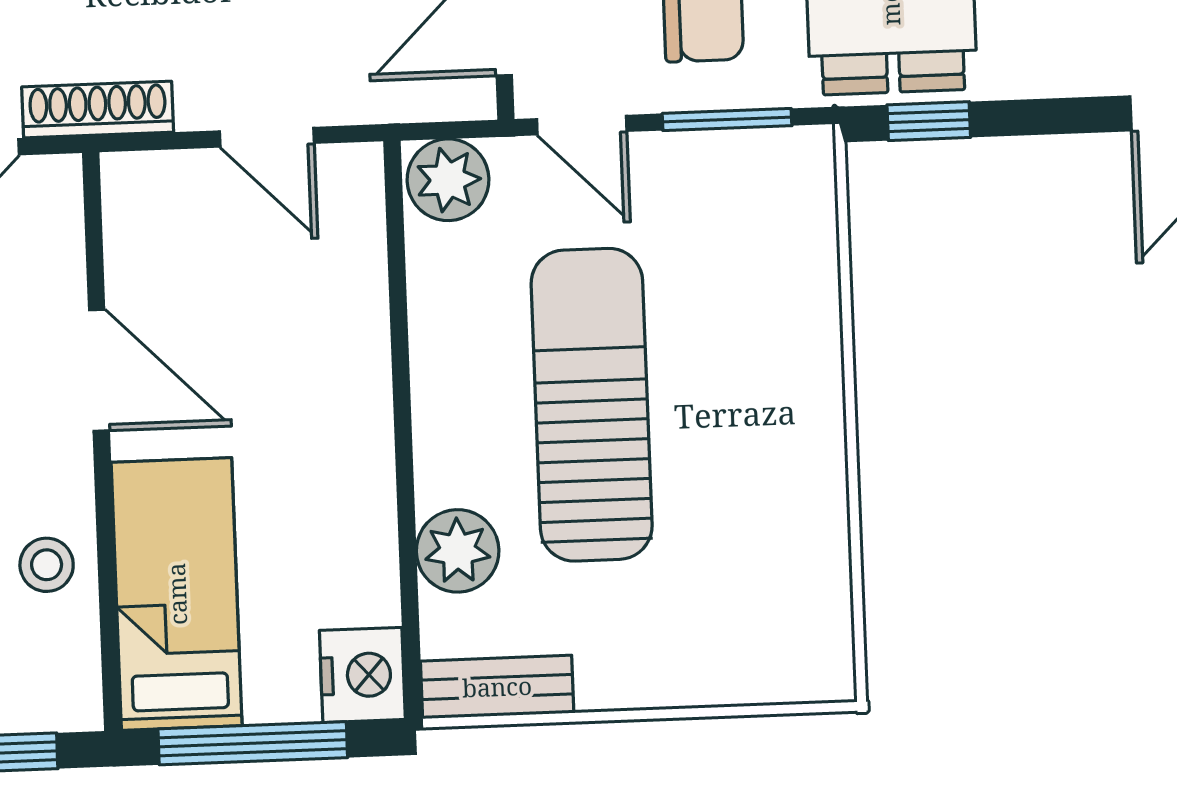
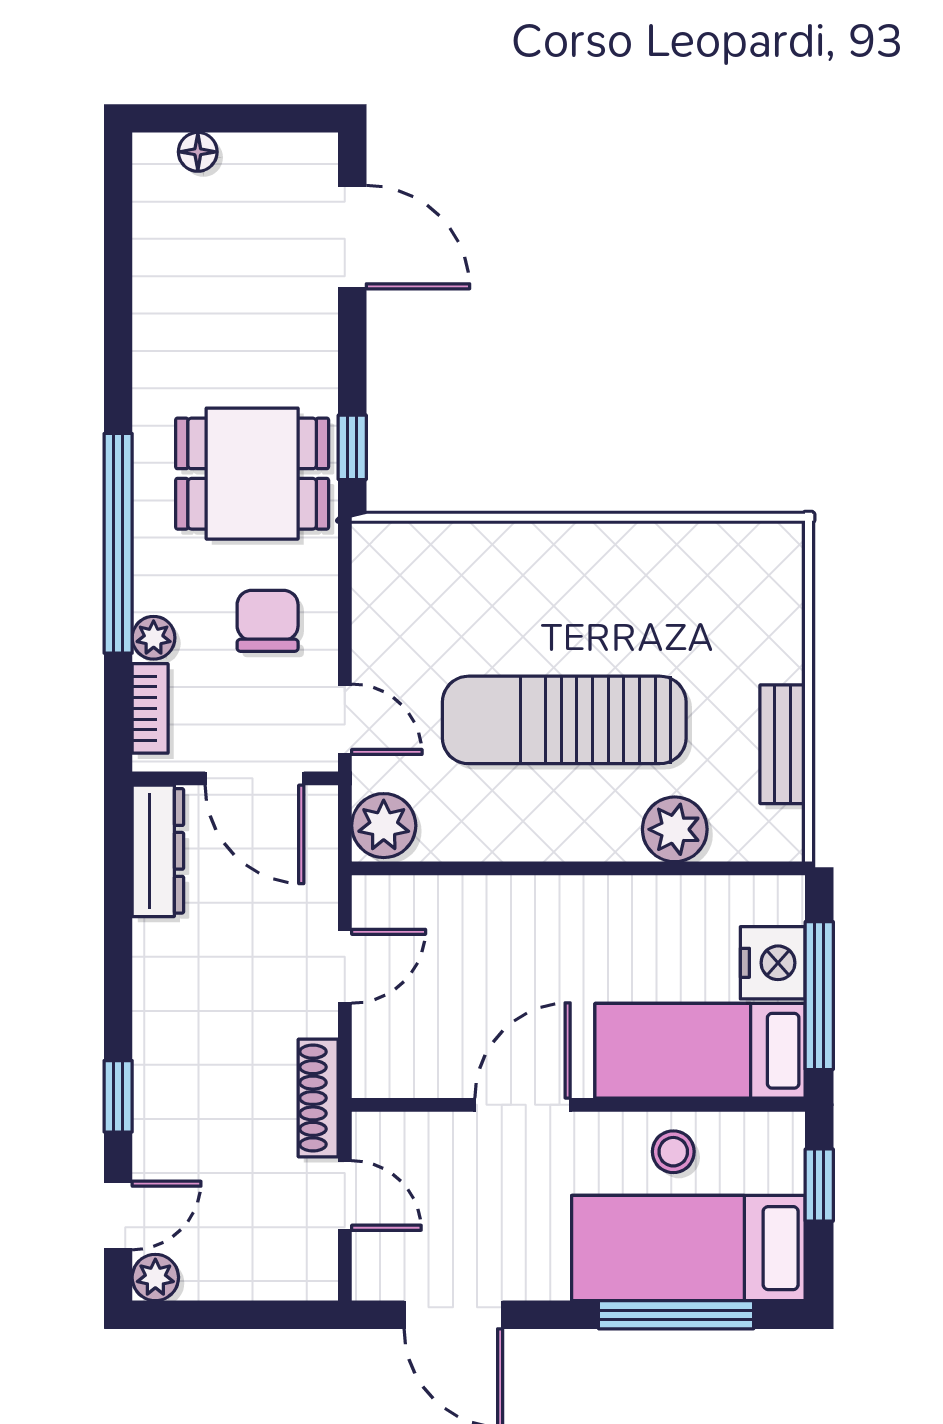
window: (727, 120) -> (345, 605), removed
door: (582, 125) -> (345, 719), hinge flipped
nightstand: (362, 675) -> (773, 963), moved, turned 90
bench: (497, 687) -> (783, 744), moved

